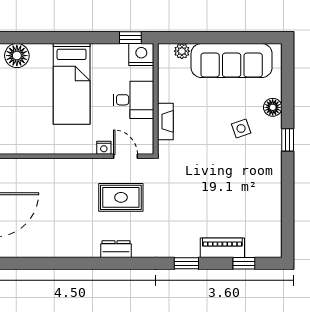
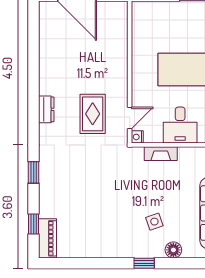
nightstand: (104, 148) -> (137, 137), moved
piano: (222, 248) -> (48, 238), moved

